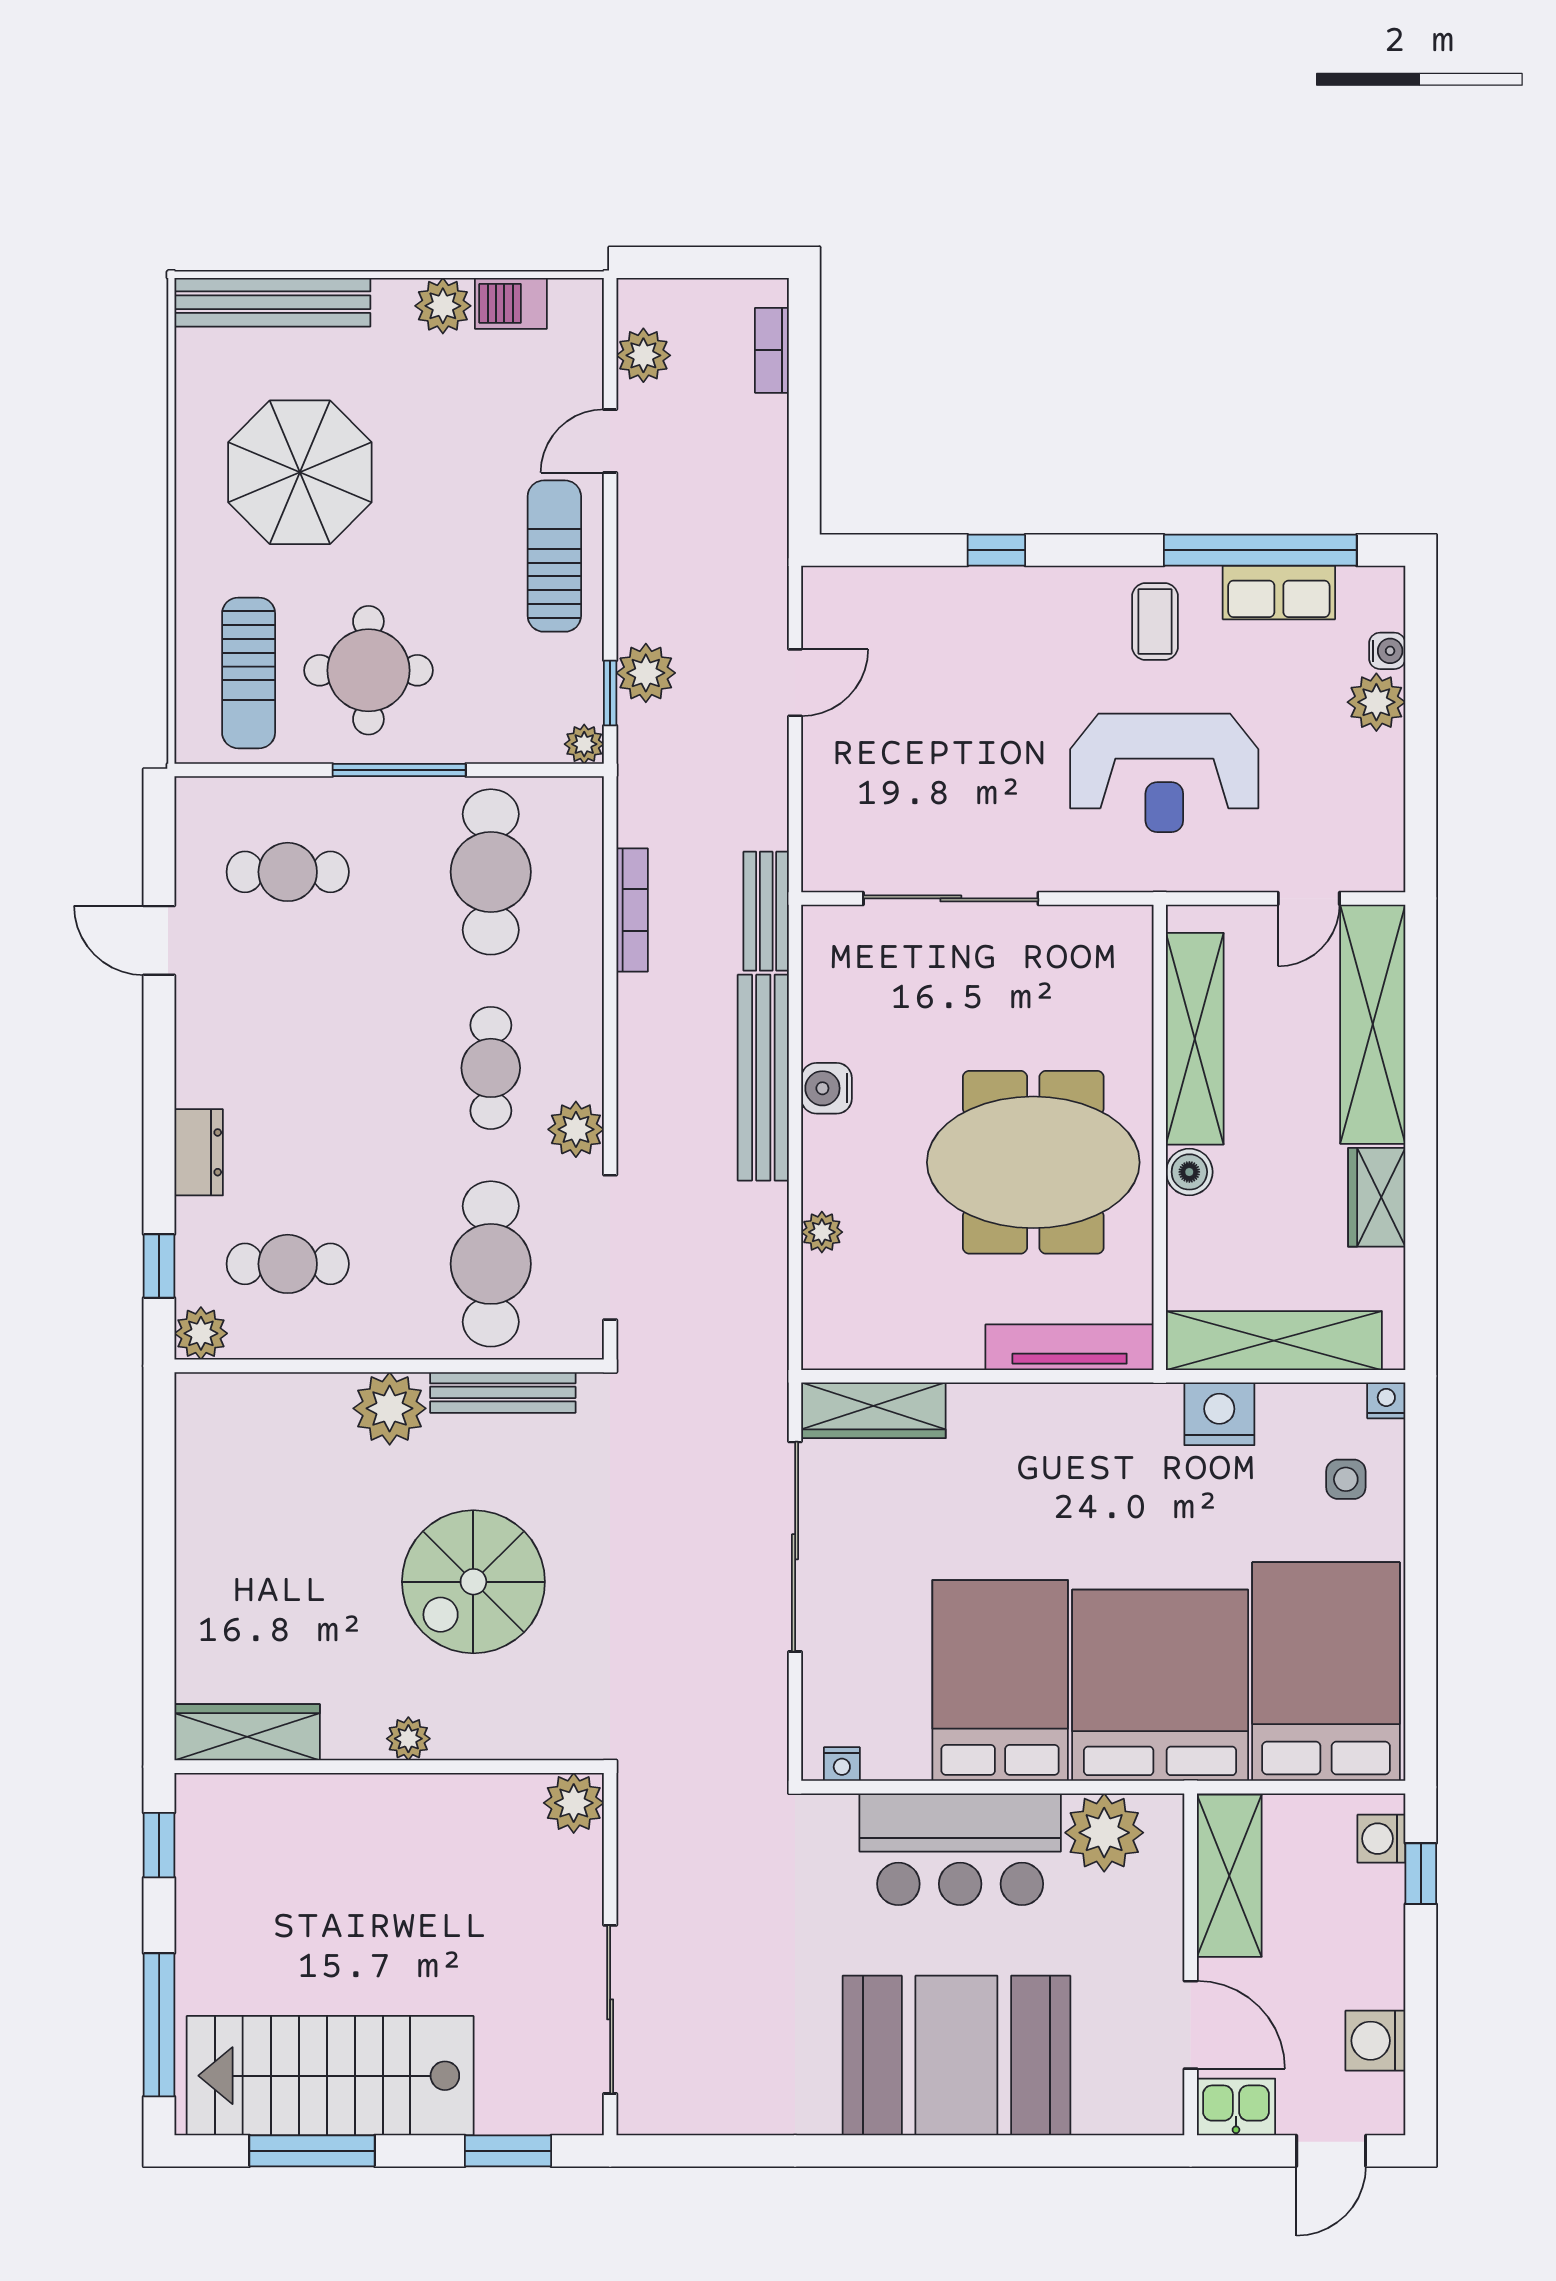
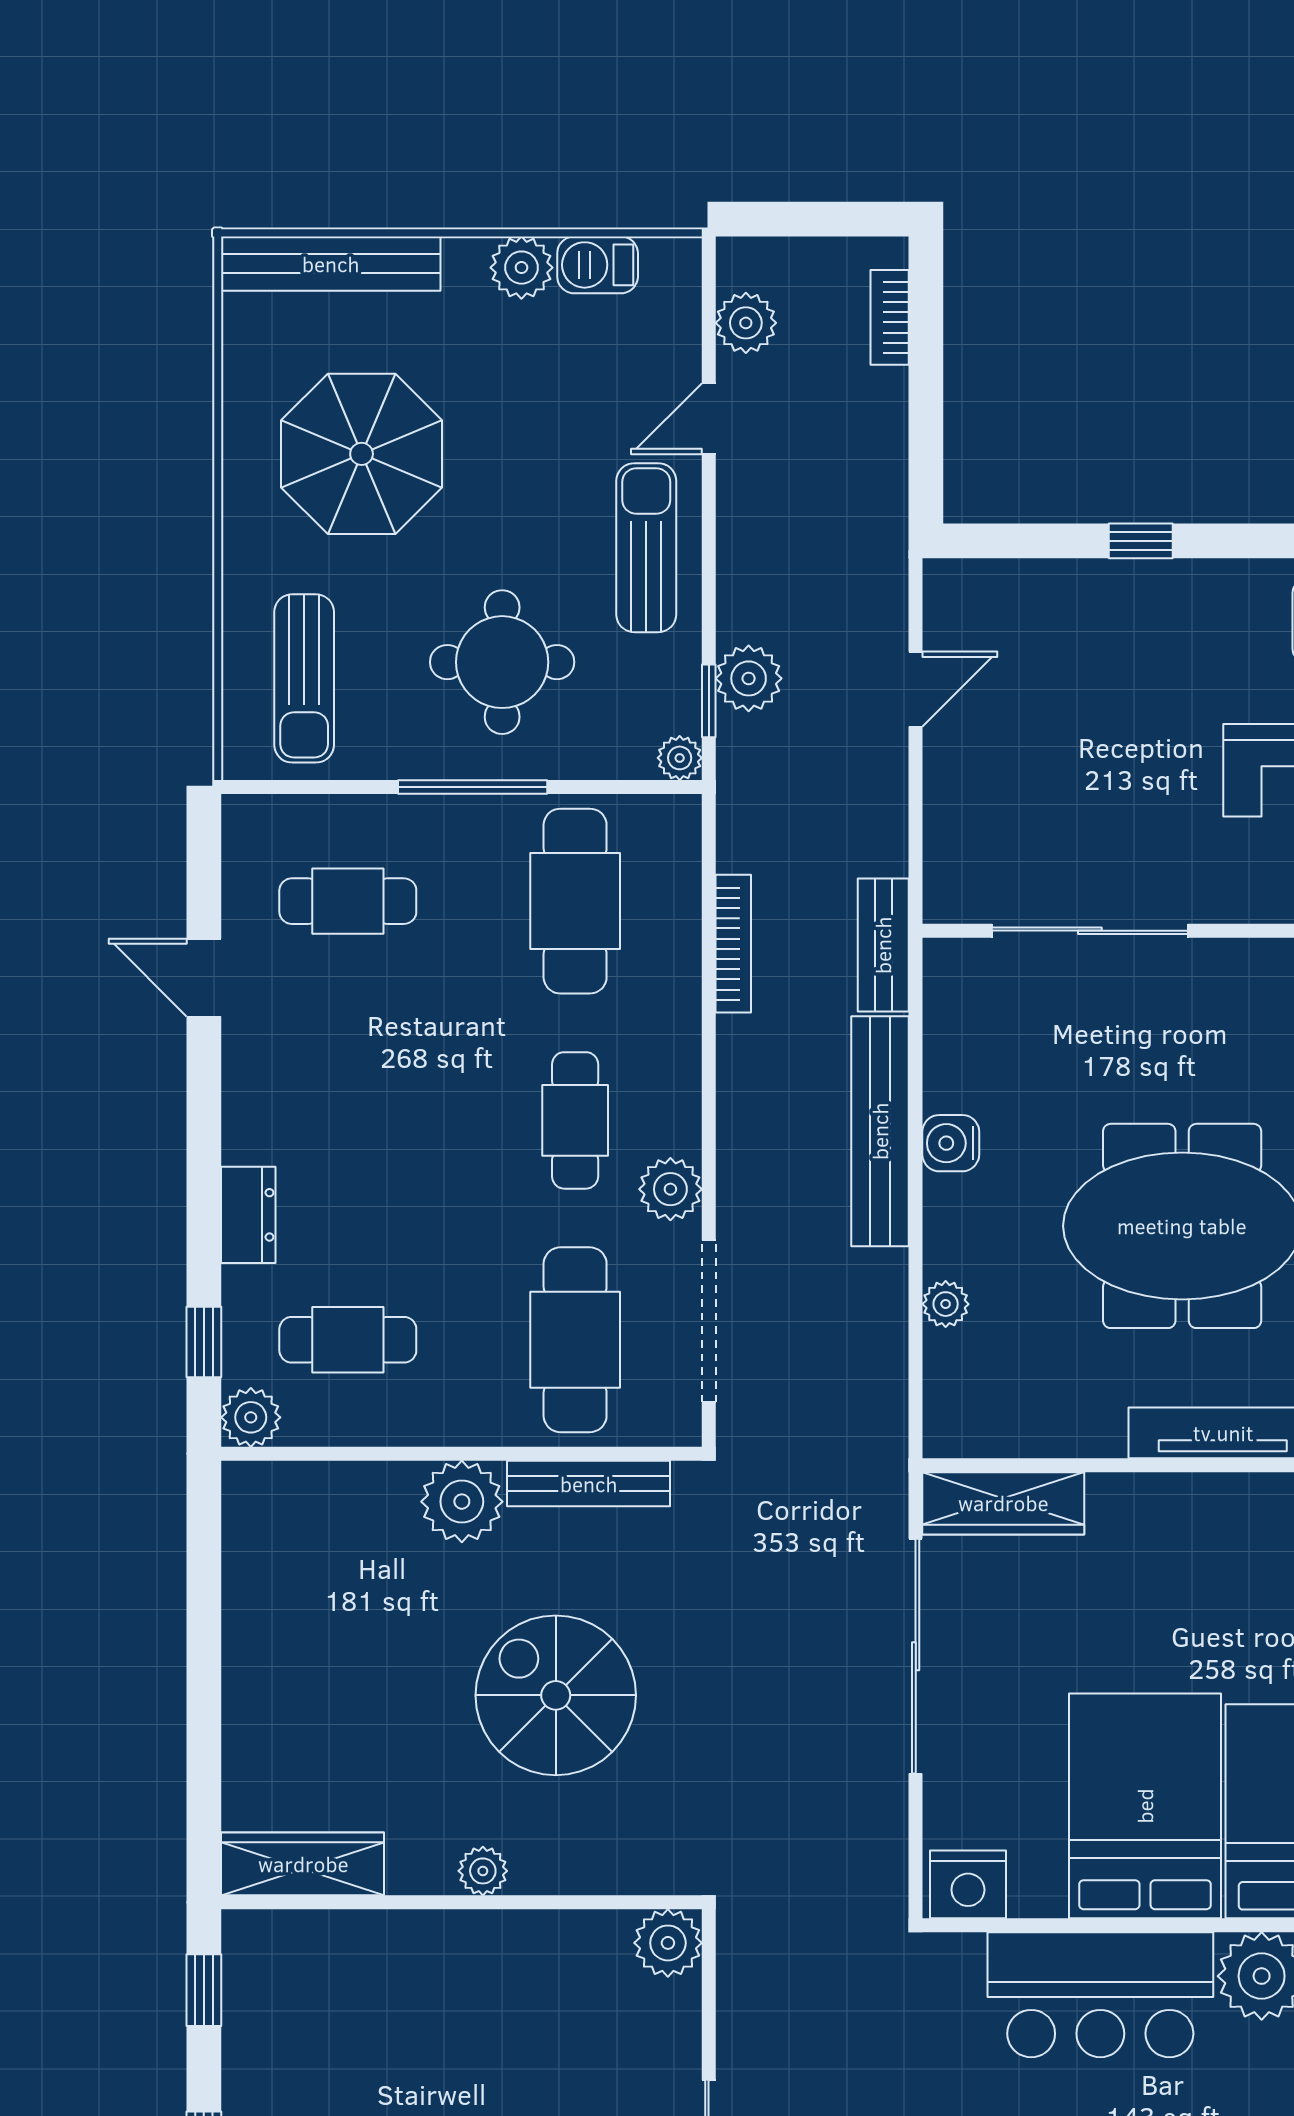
round table: (368, 670) -> (502, 662), moved
spiral stairs: (473, 1582) -> (556, 1695), turned 90
nightstand: (842, 1764) -> (968, 1884), width x1.89, depth x1.79

